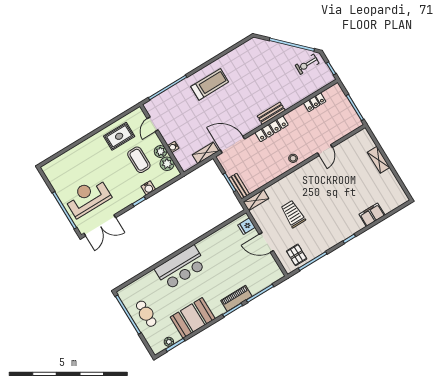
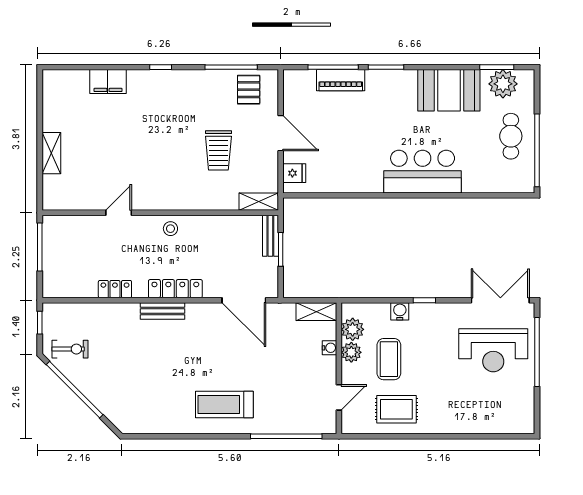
locker: (315, 102) -> (115, 289), moved
shelving: (205, 153) -> (316, 312), moved
piano: (236, 298) -> (341, 80), moved
plant: (169, 342) -> (503, 84), width x1.88, depth x1.88

